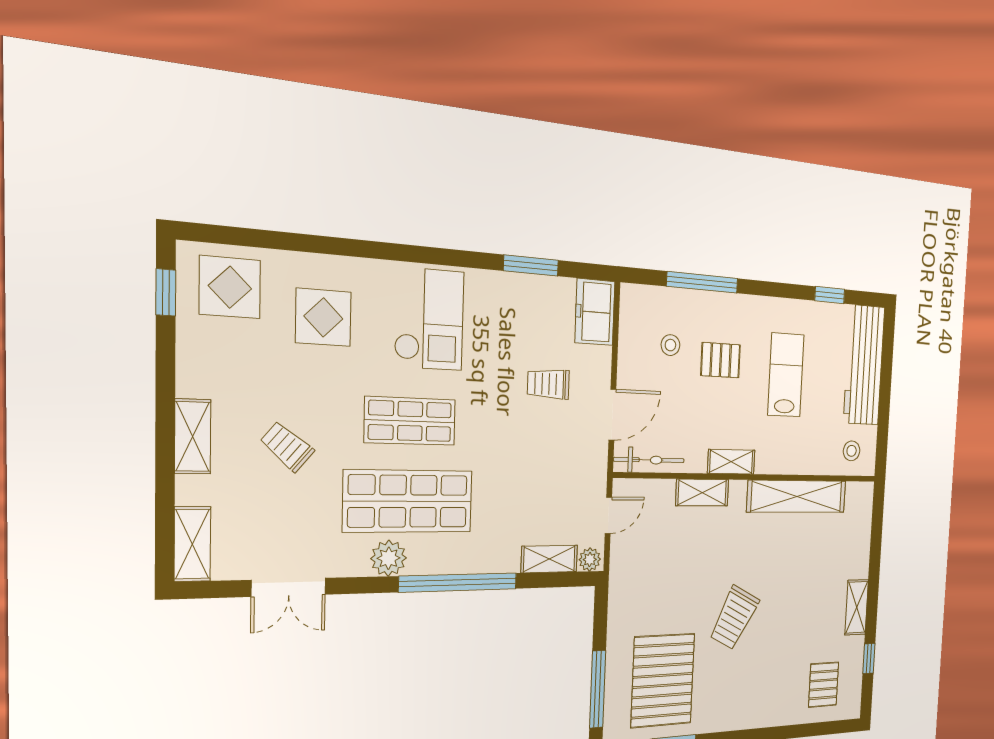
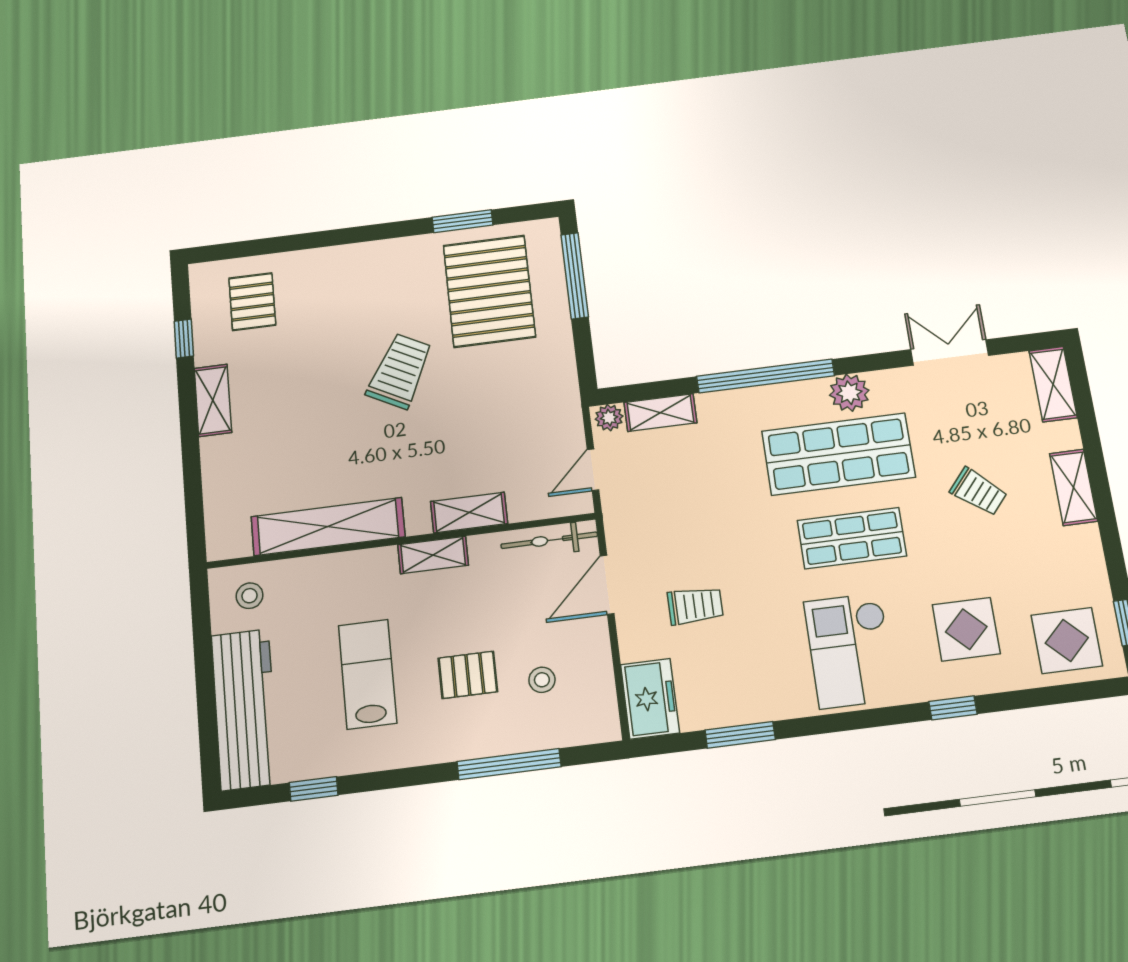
window: (349, 247) -> (953, 708), added
lab bench: (786, 375) -> (368, 674), turned 180

